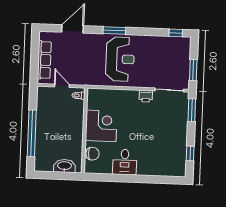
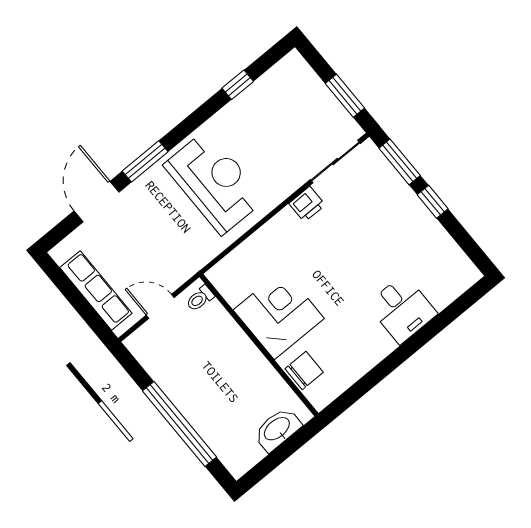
window: (114, 30) -> (145, 161), moved
window: (176, 33) -> (238, 85), moved
window: (190, 153) -> (433, 202), moved
desk: (125, 162) -> (402, 309), moved

